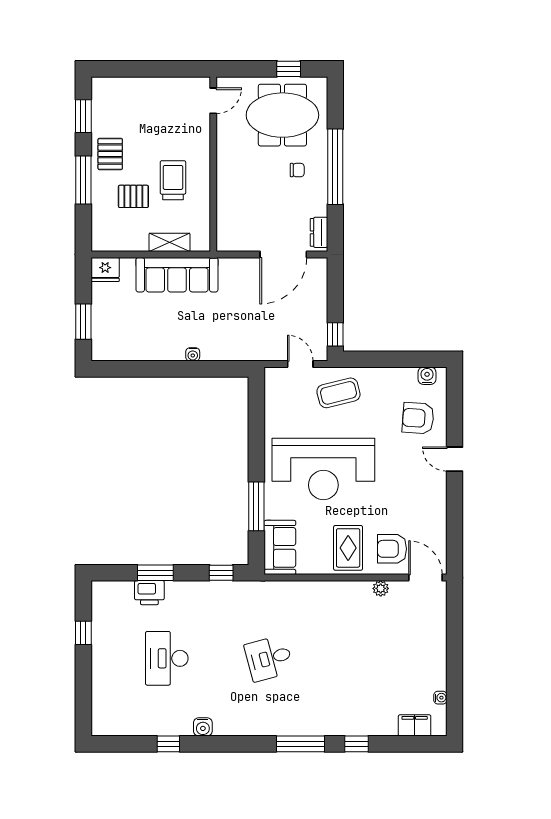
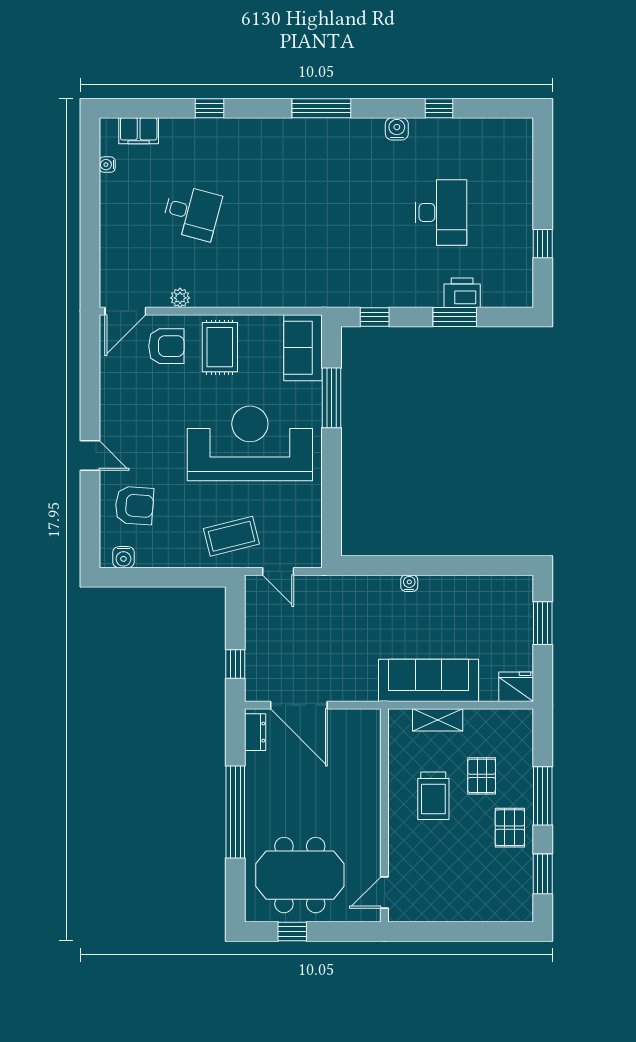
chair: (297, 170) -> (282, 808), removed
pallet: (133, 196) -> (482, 776), turned 90
door: (283, 254) -> (299, 705), swing flipped
window: (335, 334) -> (235, 664), moved
door: (425, 578) -> (125, 311), hinge flipped
desk: (269, 658) -> (192, 213), moved, turned 30
window: (300, 744) -> (321, 108), moved

